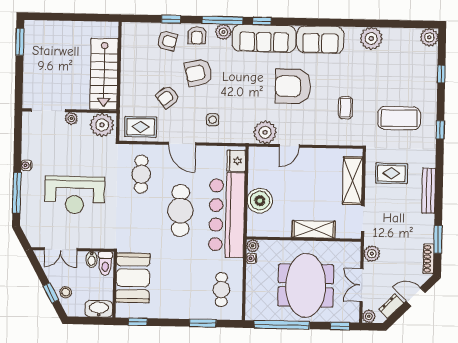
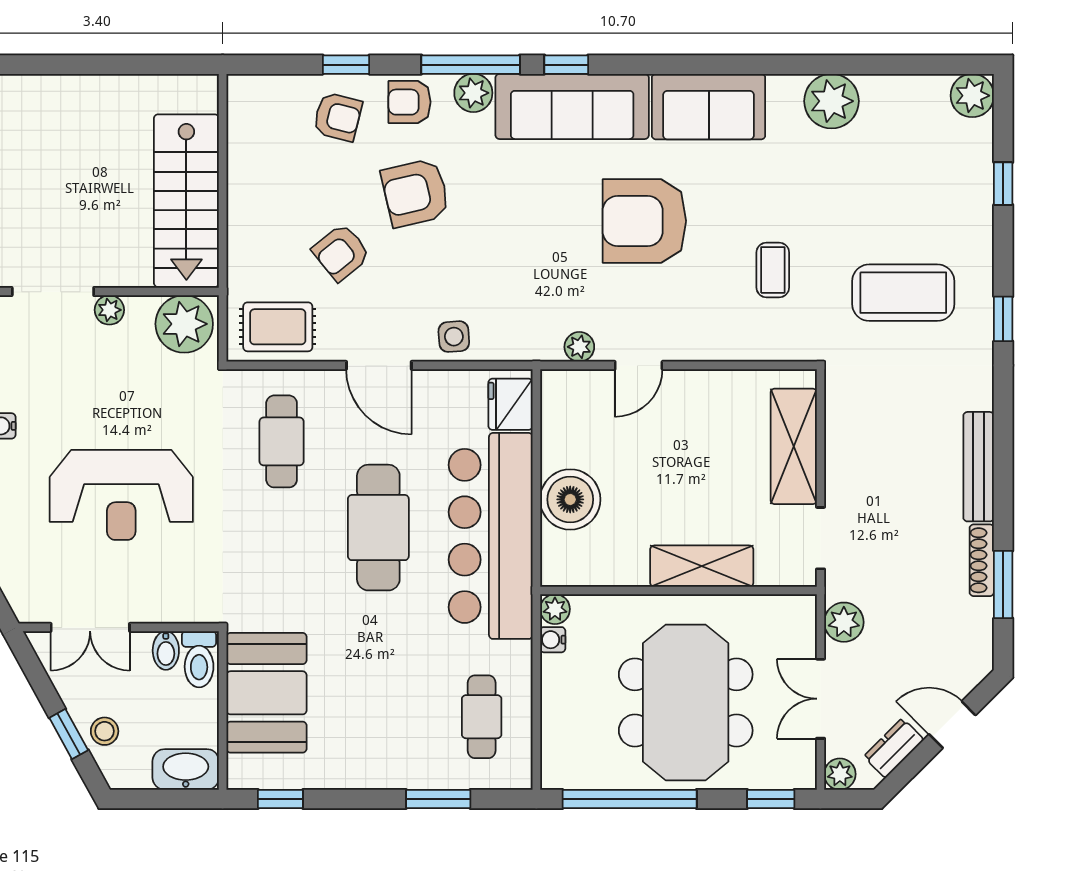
armchair: (197, 35) -> (409, 102), turned 90
side table: (213, 120) -> (454, 337), moved
plant: (265, 132) -> (579, 347), width x0.53, depth x0.53
rug: (391, 173) -> (887, 427), removed
shoe rack: (429, 259) -> (982, 560), moved

